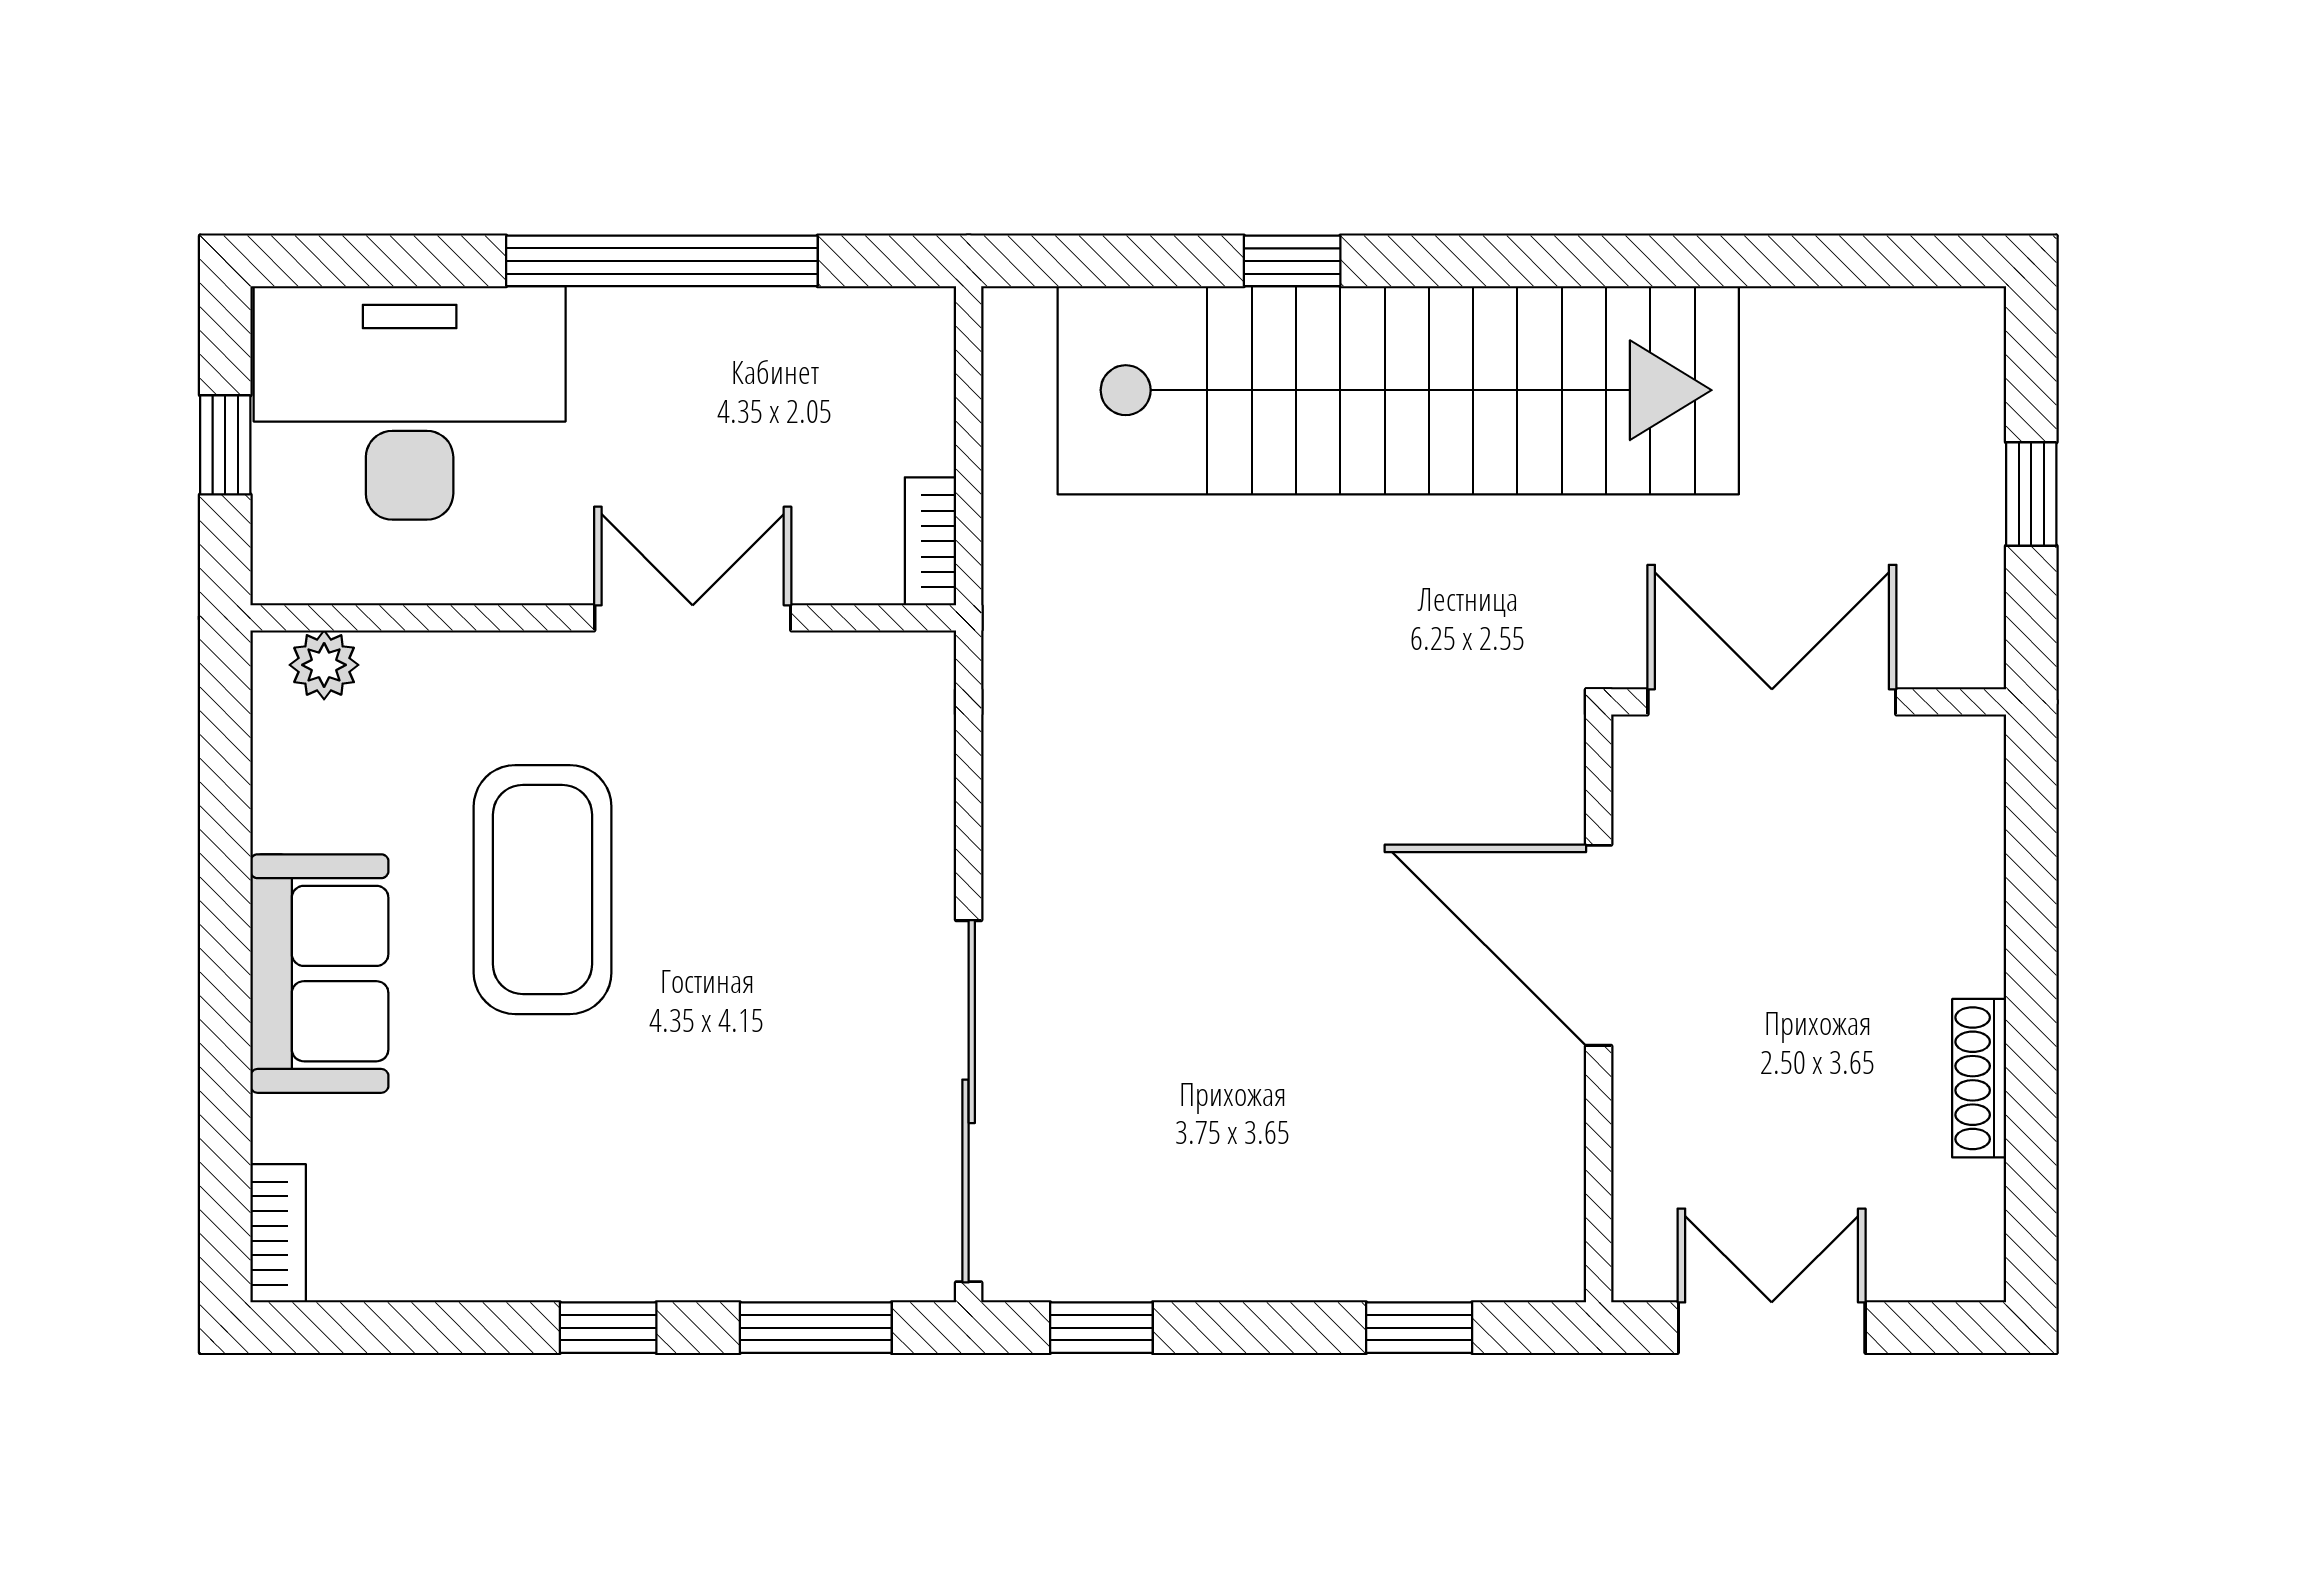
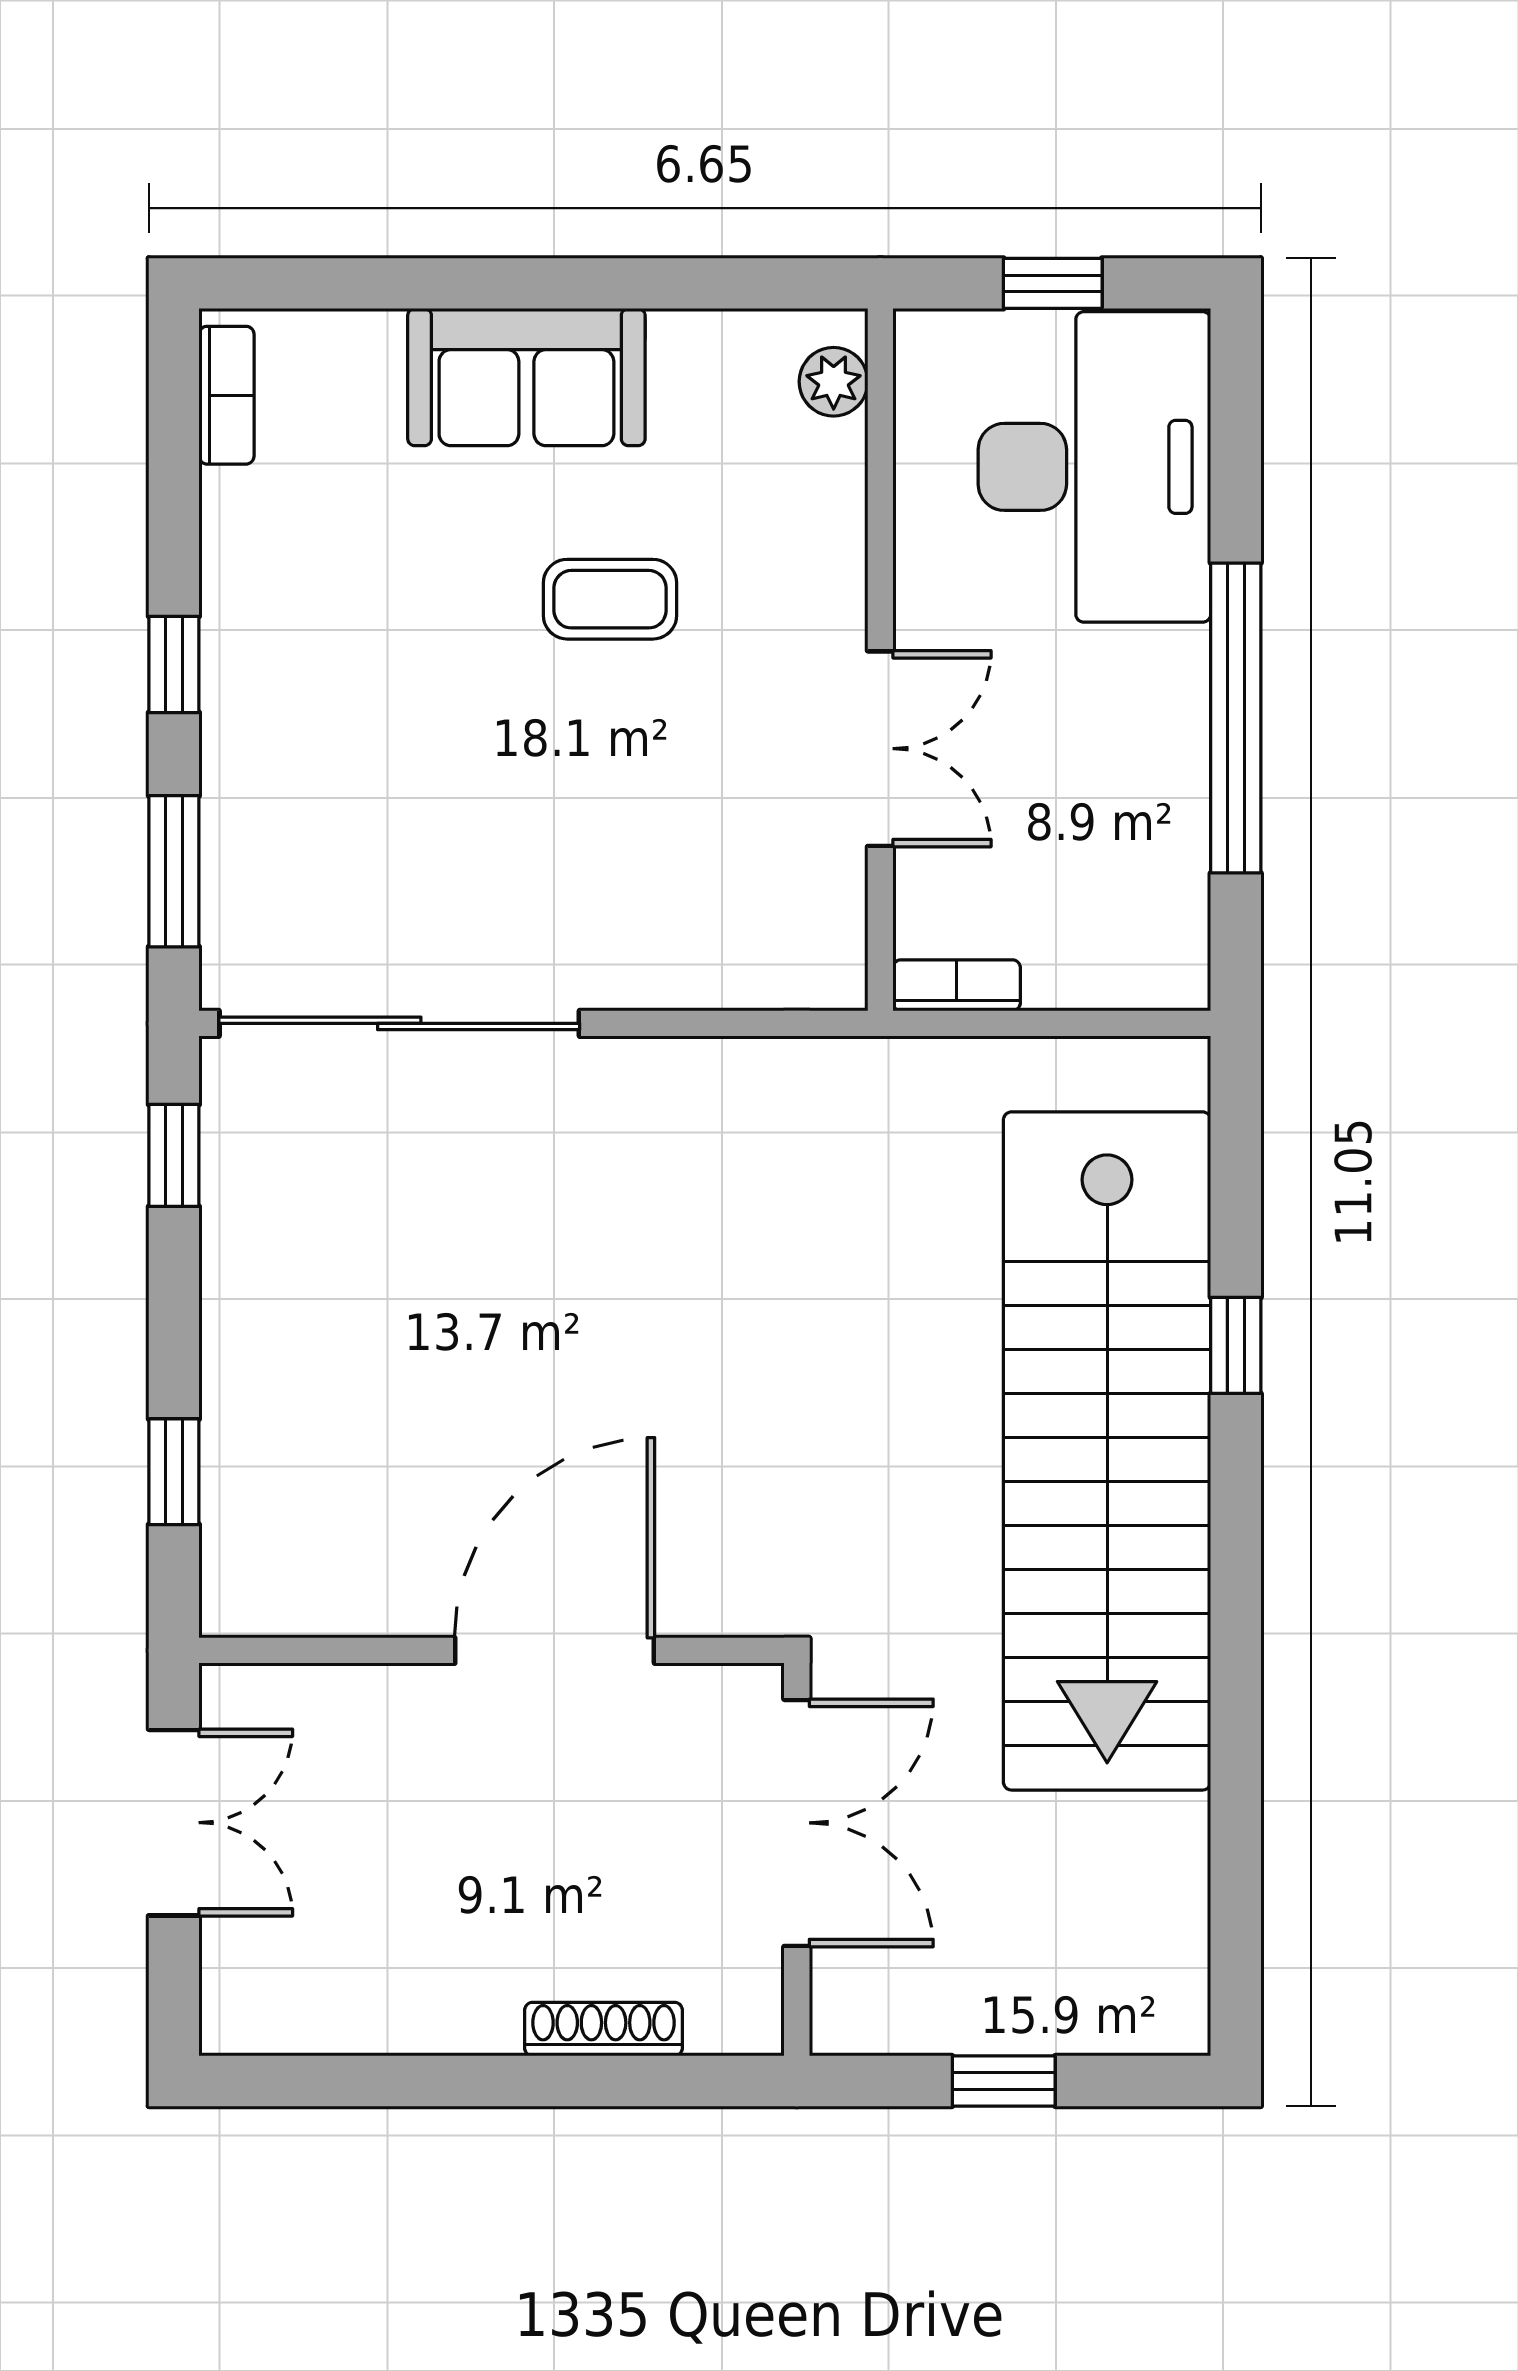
coffee table: (543, 890) -> (610, 599), width x0.54, depth x0.58
shoe rack: (1979, 1078) -> (604, 2029), moved
bookcase: (278, 1233) -> (227, 395), moved, turned -90

